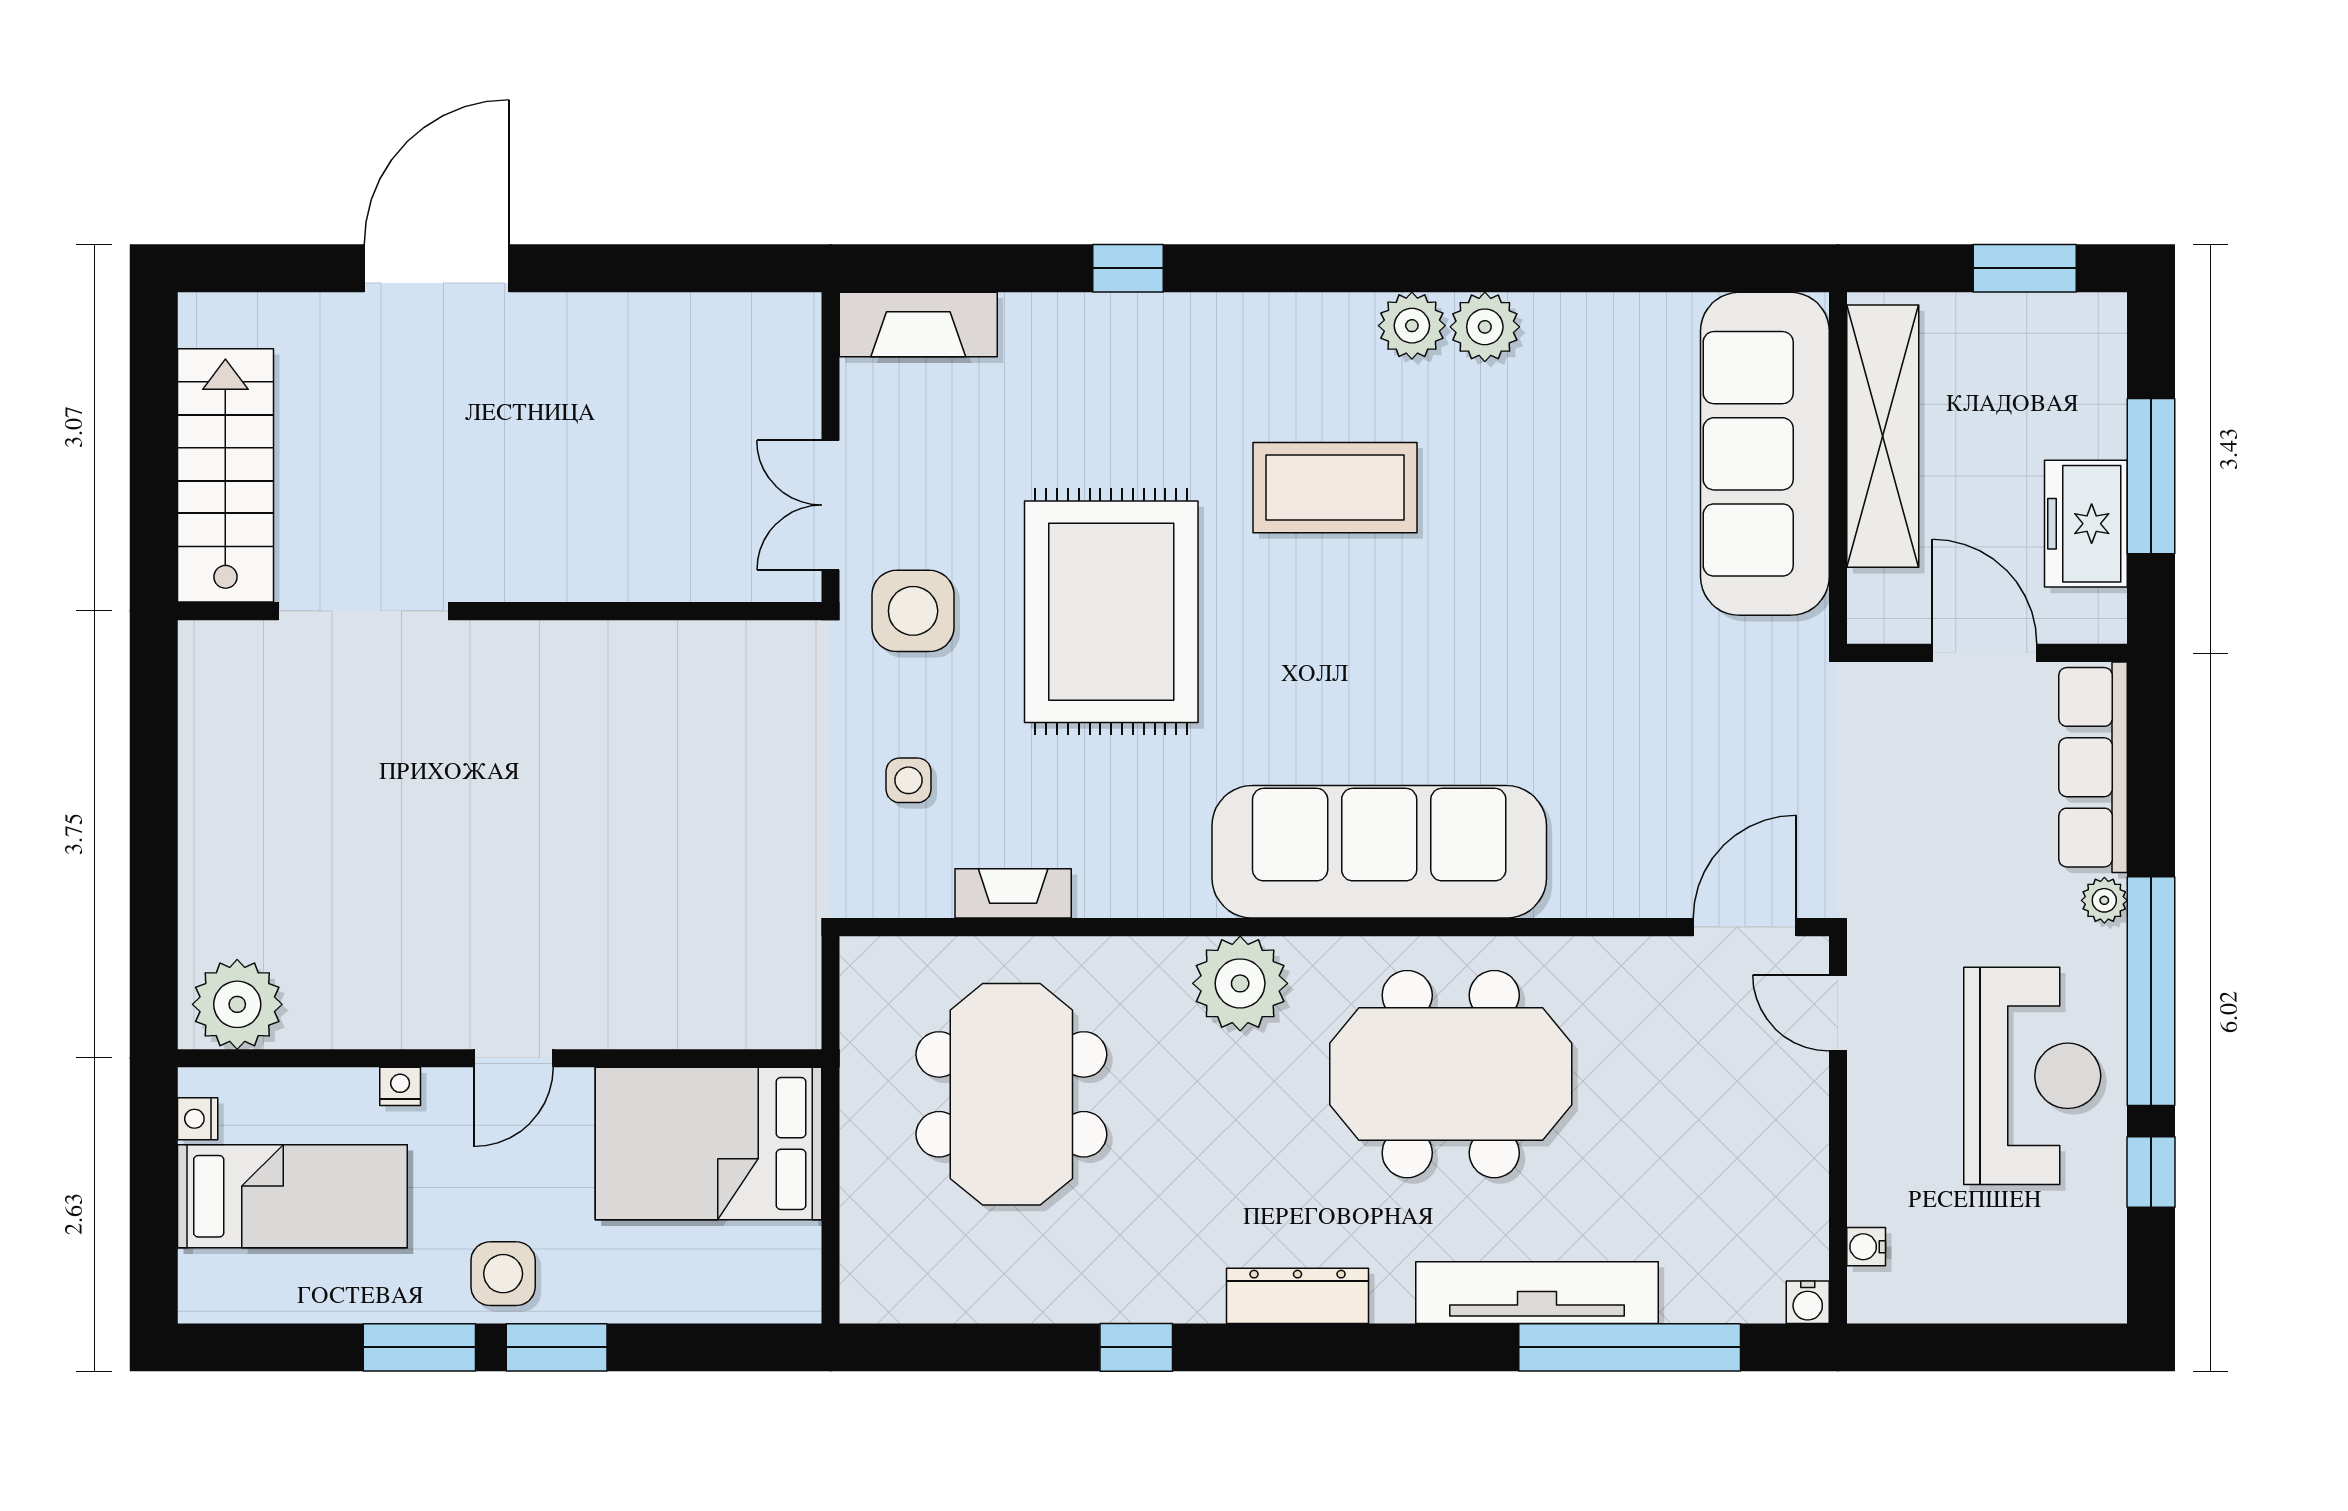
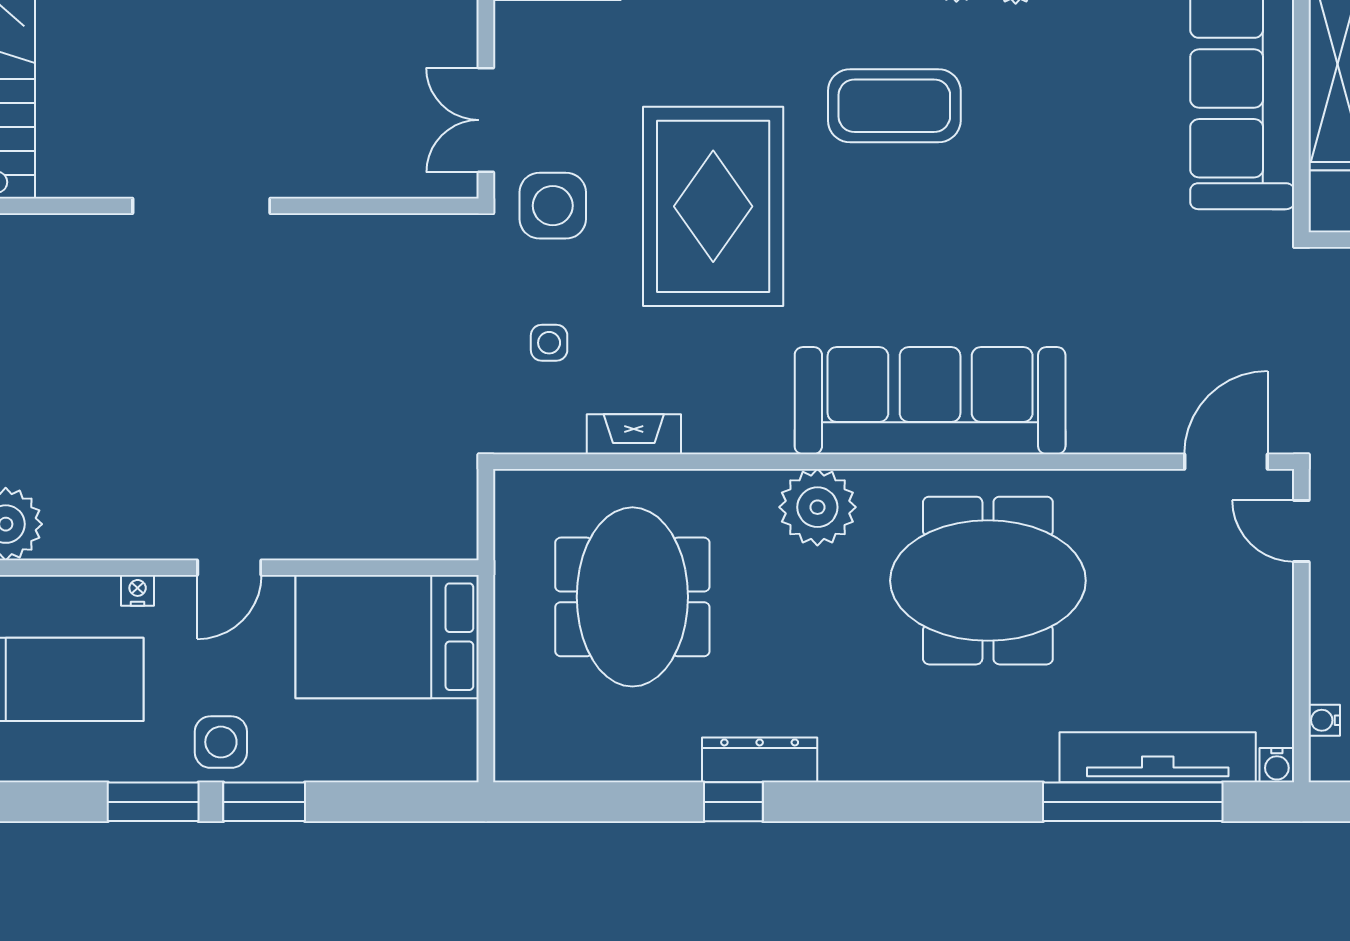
doorway: (363, 611) -> (201, 206), moved
tv unit: (1537, 1293) -> (1158, 757), moved
dresser: (1298, 1296) -> (760, 760), moved

